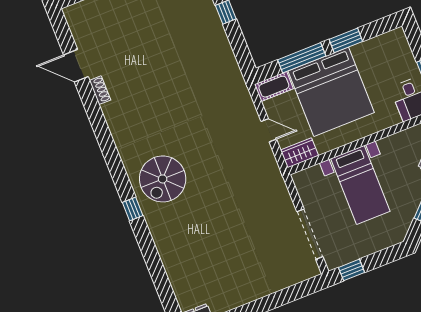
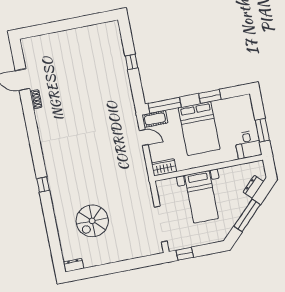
window: (302, 58) -> (165, 105), moved
bed: (331, 92) -> (199, 129), width x0.73
door: (269, 130) -> (144, 138), moved
spiral stairs: (163, 179) -> (92, 221), moved

